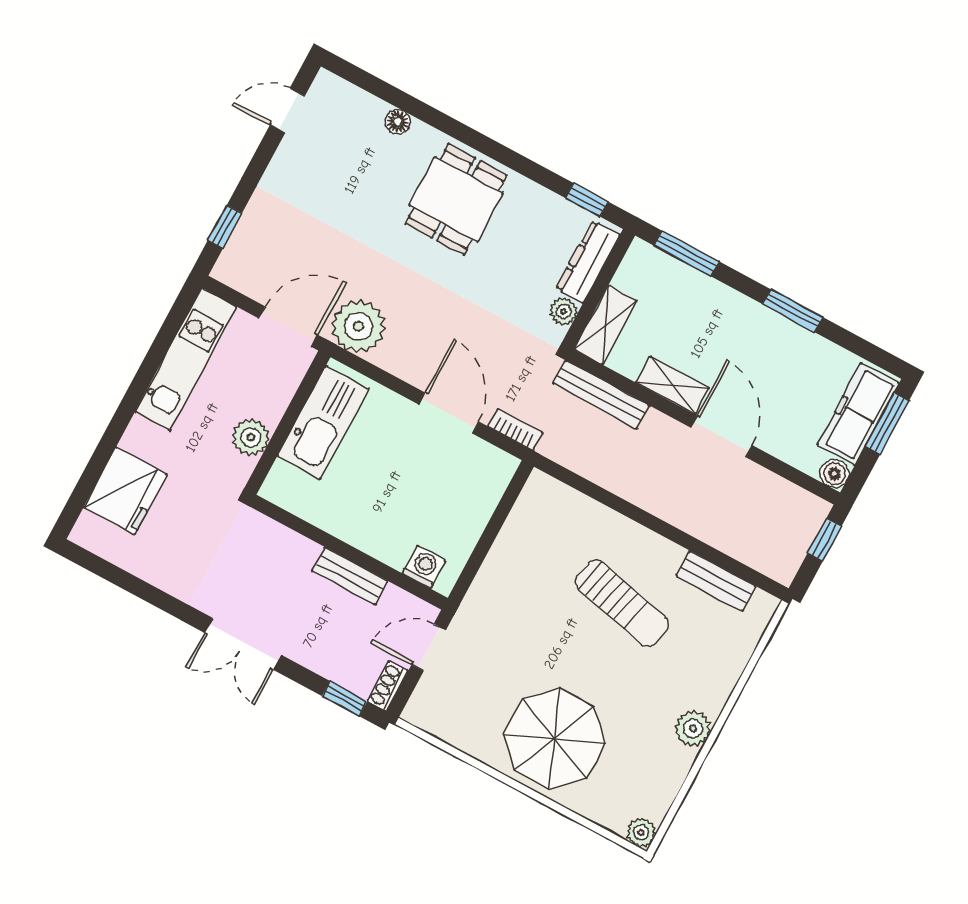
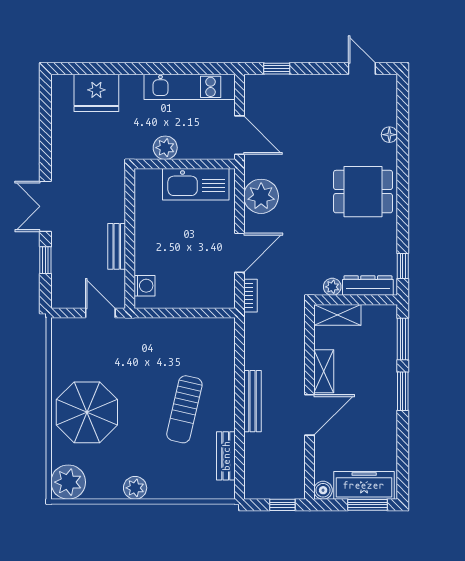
window: (793, 311) -> (403, 391), moved
plant: (358, 326) -> (261, 196), moved
bench: (601, 395) -> (252, 401), moved
shoe rack: (388, 686) -> (66, 301), removed
window: (345, 699) -> (45, 260), moved
plant: (641, 832) -> (68, 482), width x1.87, depth x1.87

